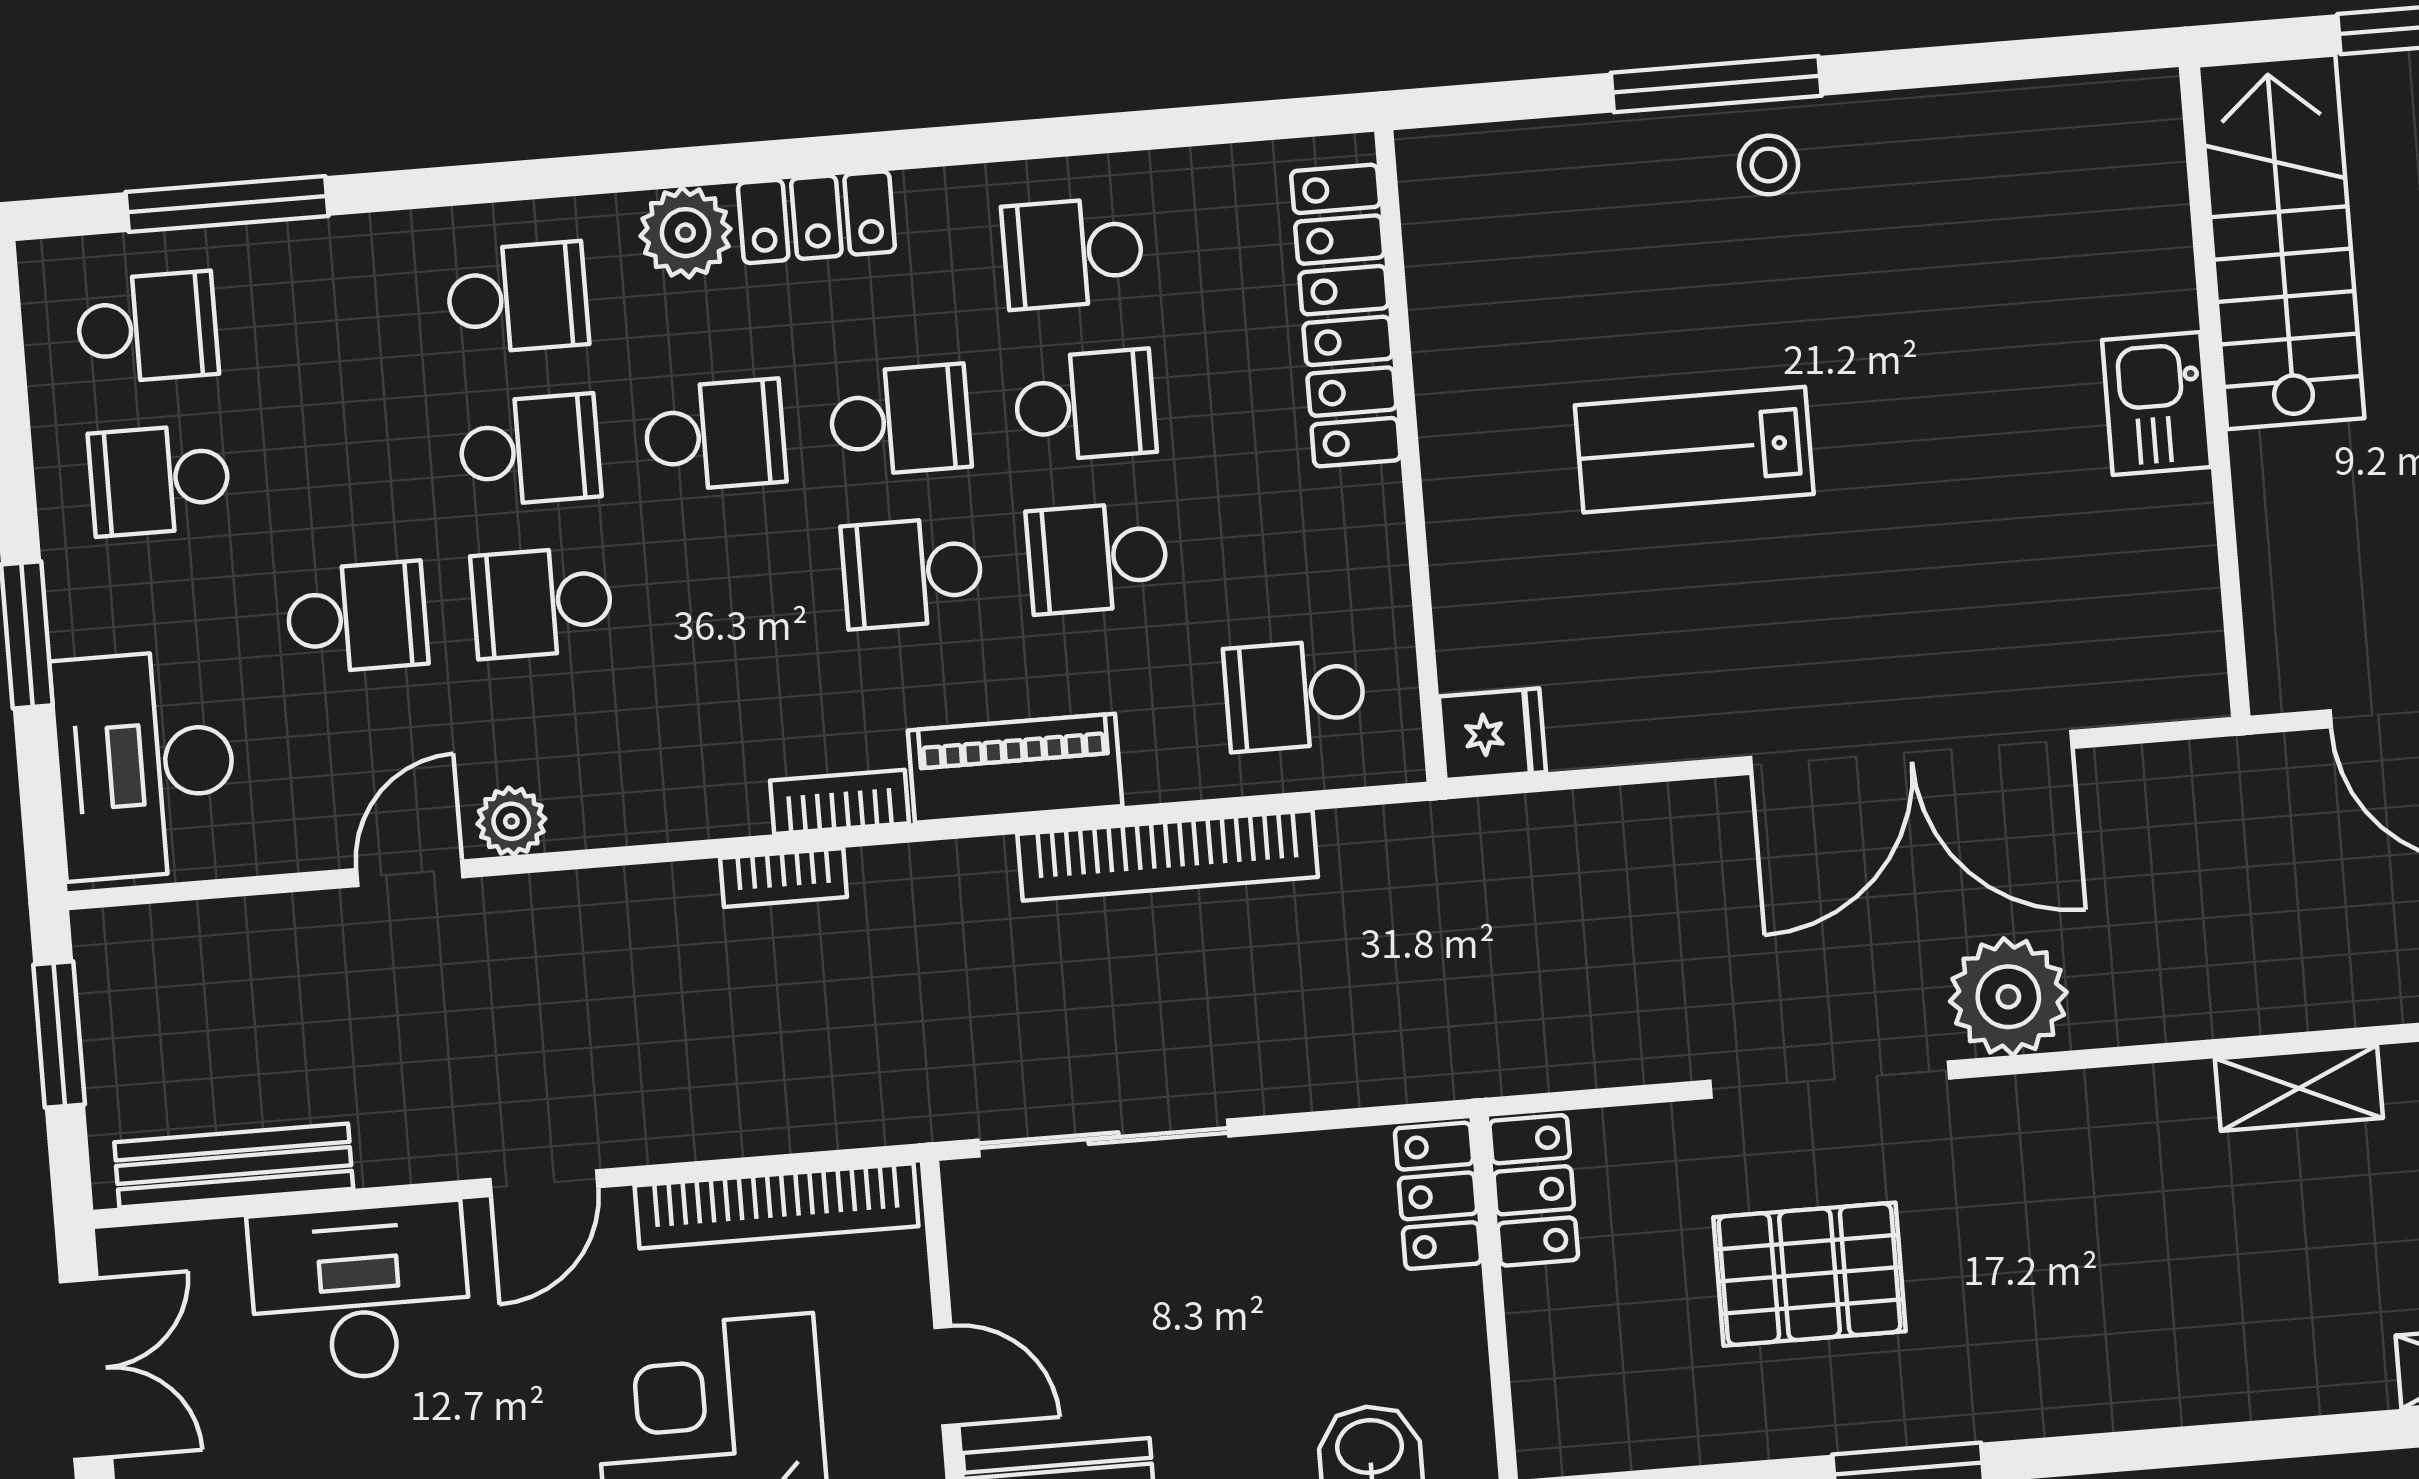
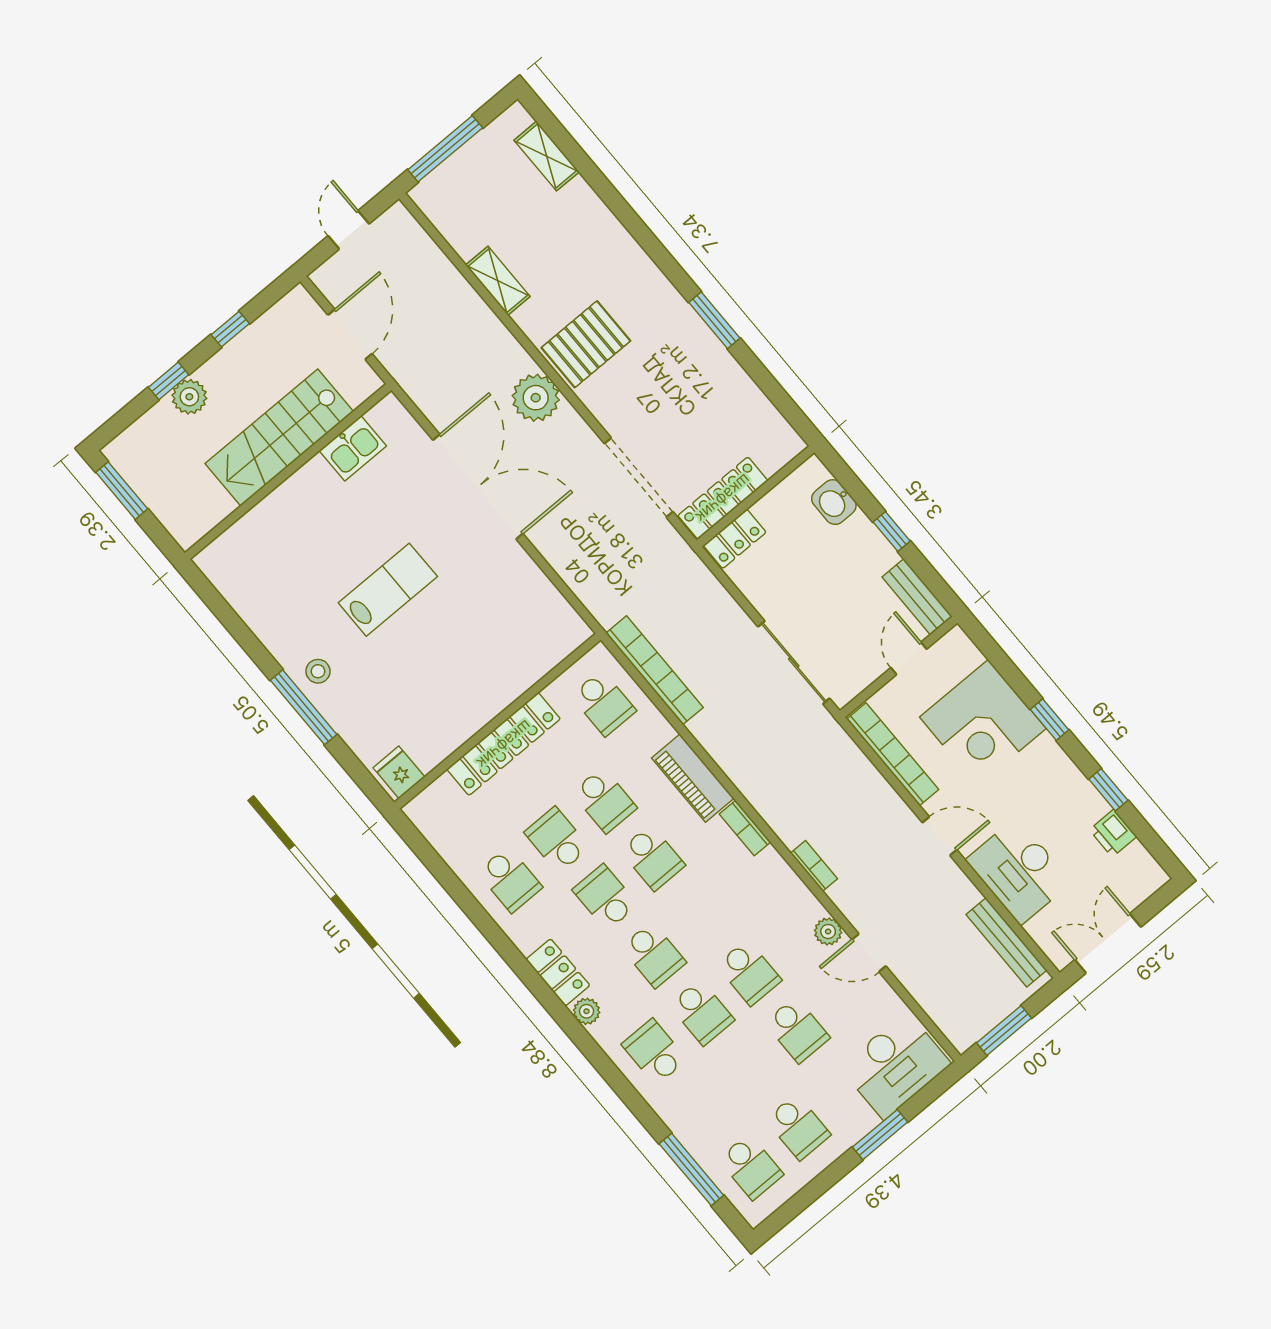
plant: (685, 233) -> (587, 1011), width x0.73, depth x0.73
stairs: (2281, 242) -> (279, 438), moved
locker: (1346, 316) -> (504, 744), moved
school desk: (147, 328) -> (751, 1167), turned 180
kitchen sink: (2157, 403) -> (353, 448), moved
school desk: (715, 435) -> (653, 955), turned 180
school desk: (530, 450) -> (702, 1012), turned 180
lab bench: (1694, 450) -> (388, 590), moved, turned -90
school desk: (357, 617) -> (797, 1030), turned 180
fridge: (1492, 734) -> (399, 772), moved
bookcase: (1168, 856) -> (655, 670), moved
bookcase: (784, 877) -> (814, 866), moved
doorway: (1830, 1080) -> (639, 478), moved
locker: (1534, 1190) -> (723, 498), width x1.53
pallet: (1809, 1274) -> (586, 344), moved, turned 90

